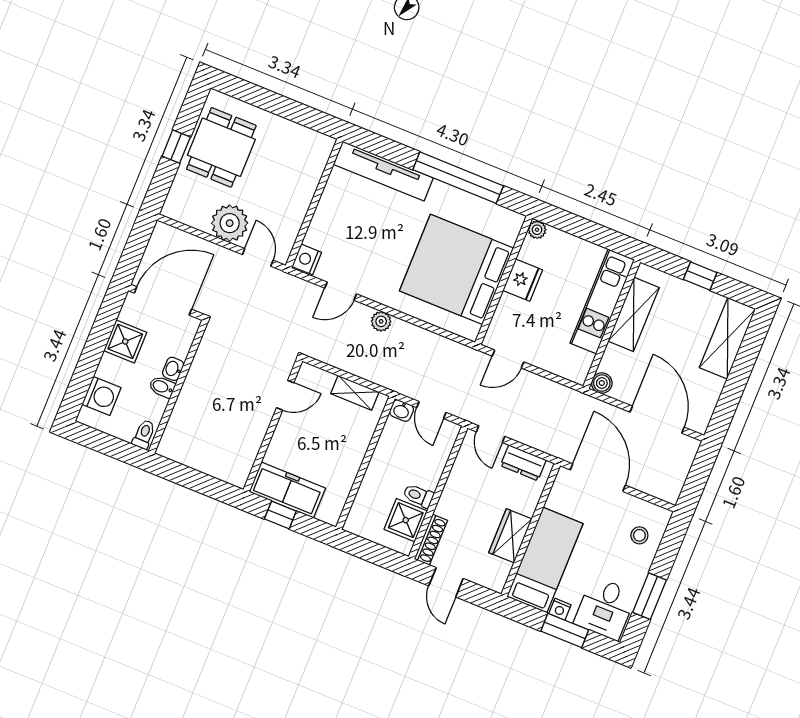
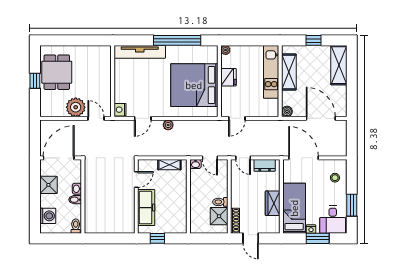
freezer: (287, 490) -> (146, 208), moved, turned 90

